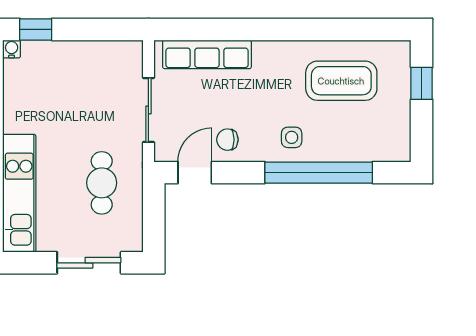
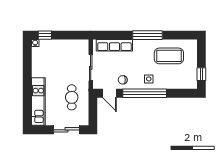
window: (289, 29) -> (148, 35), added
window: (422, 83) -> (201, 74), moved
door: (195, 173) -> (109, 93), swing flipped
window: (319, 173) -> (145, 93), moved

